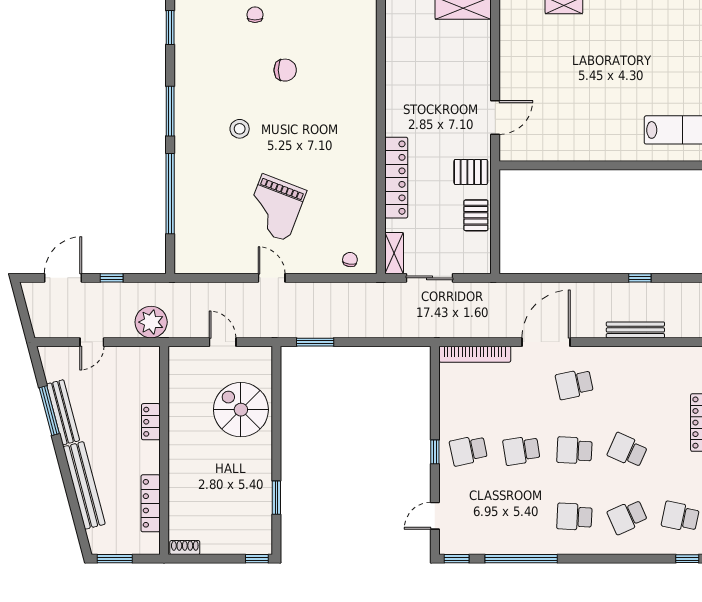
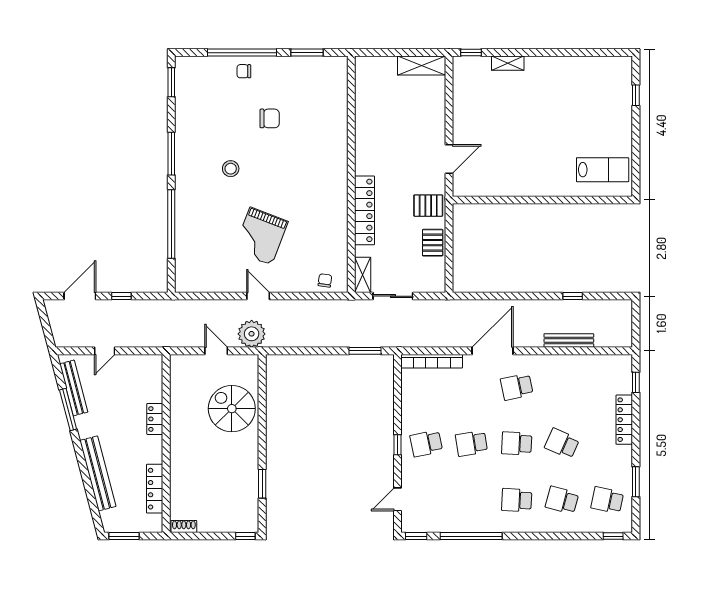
chair: (255, 15) -> (244, 71), turned -90
plant: (151, 322) -> (252, 334), moved
window: (315, 342) -> (365, 351), moved
bench: (63, 412) -> (74, 388), moved
school desk: (627, 517) -> (562, 500), turned 39

